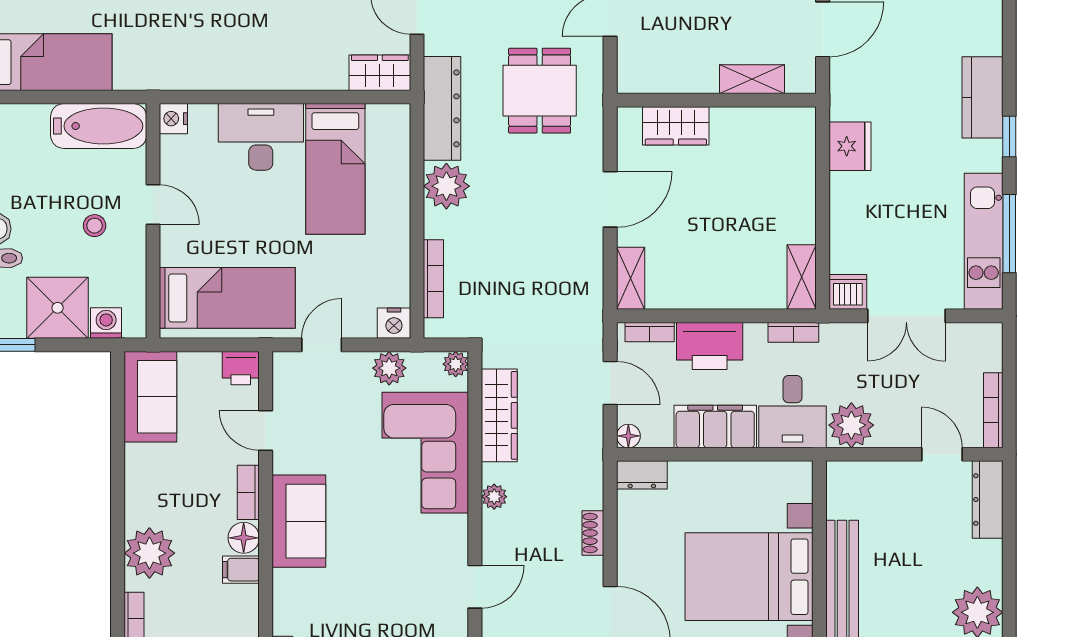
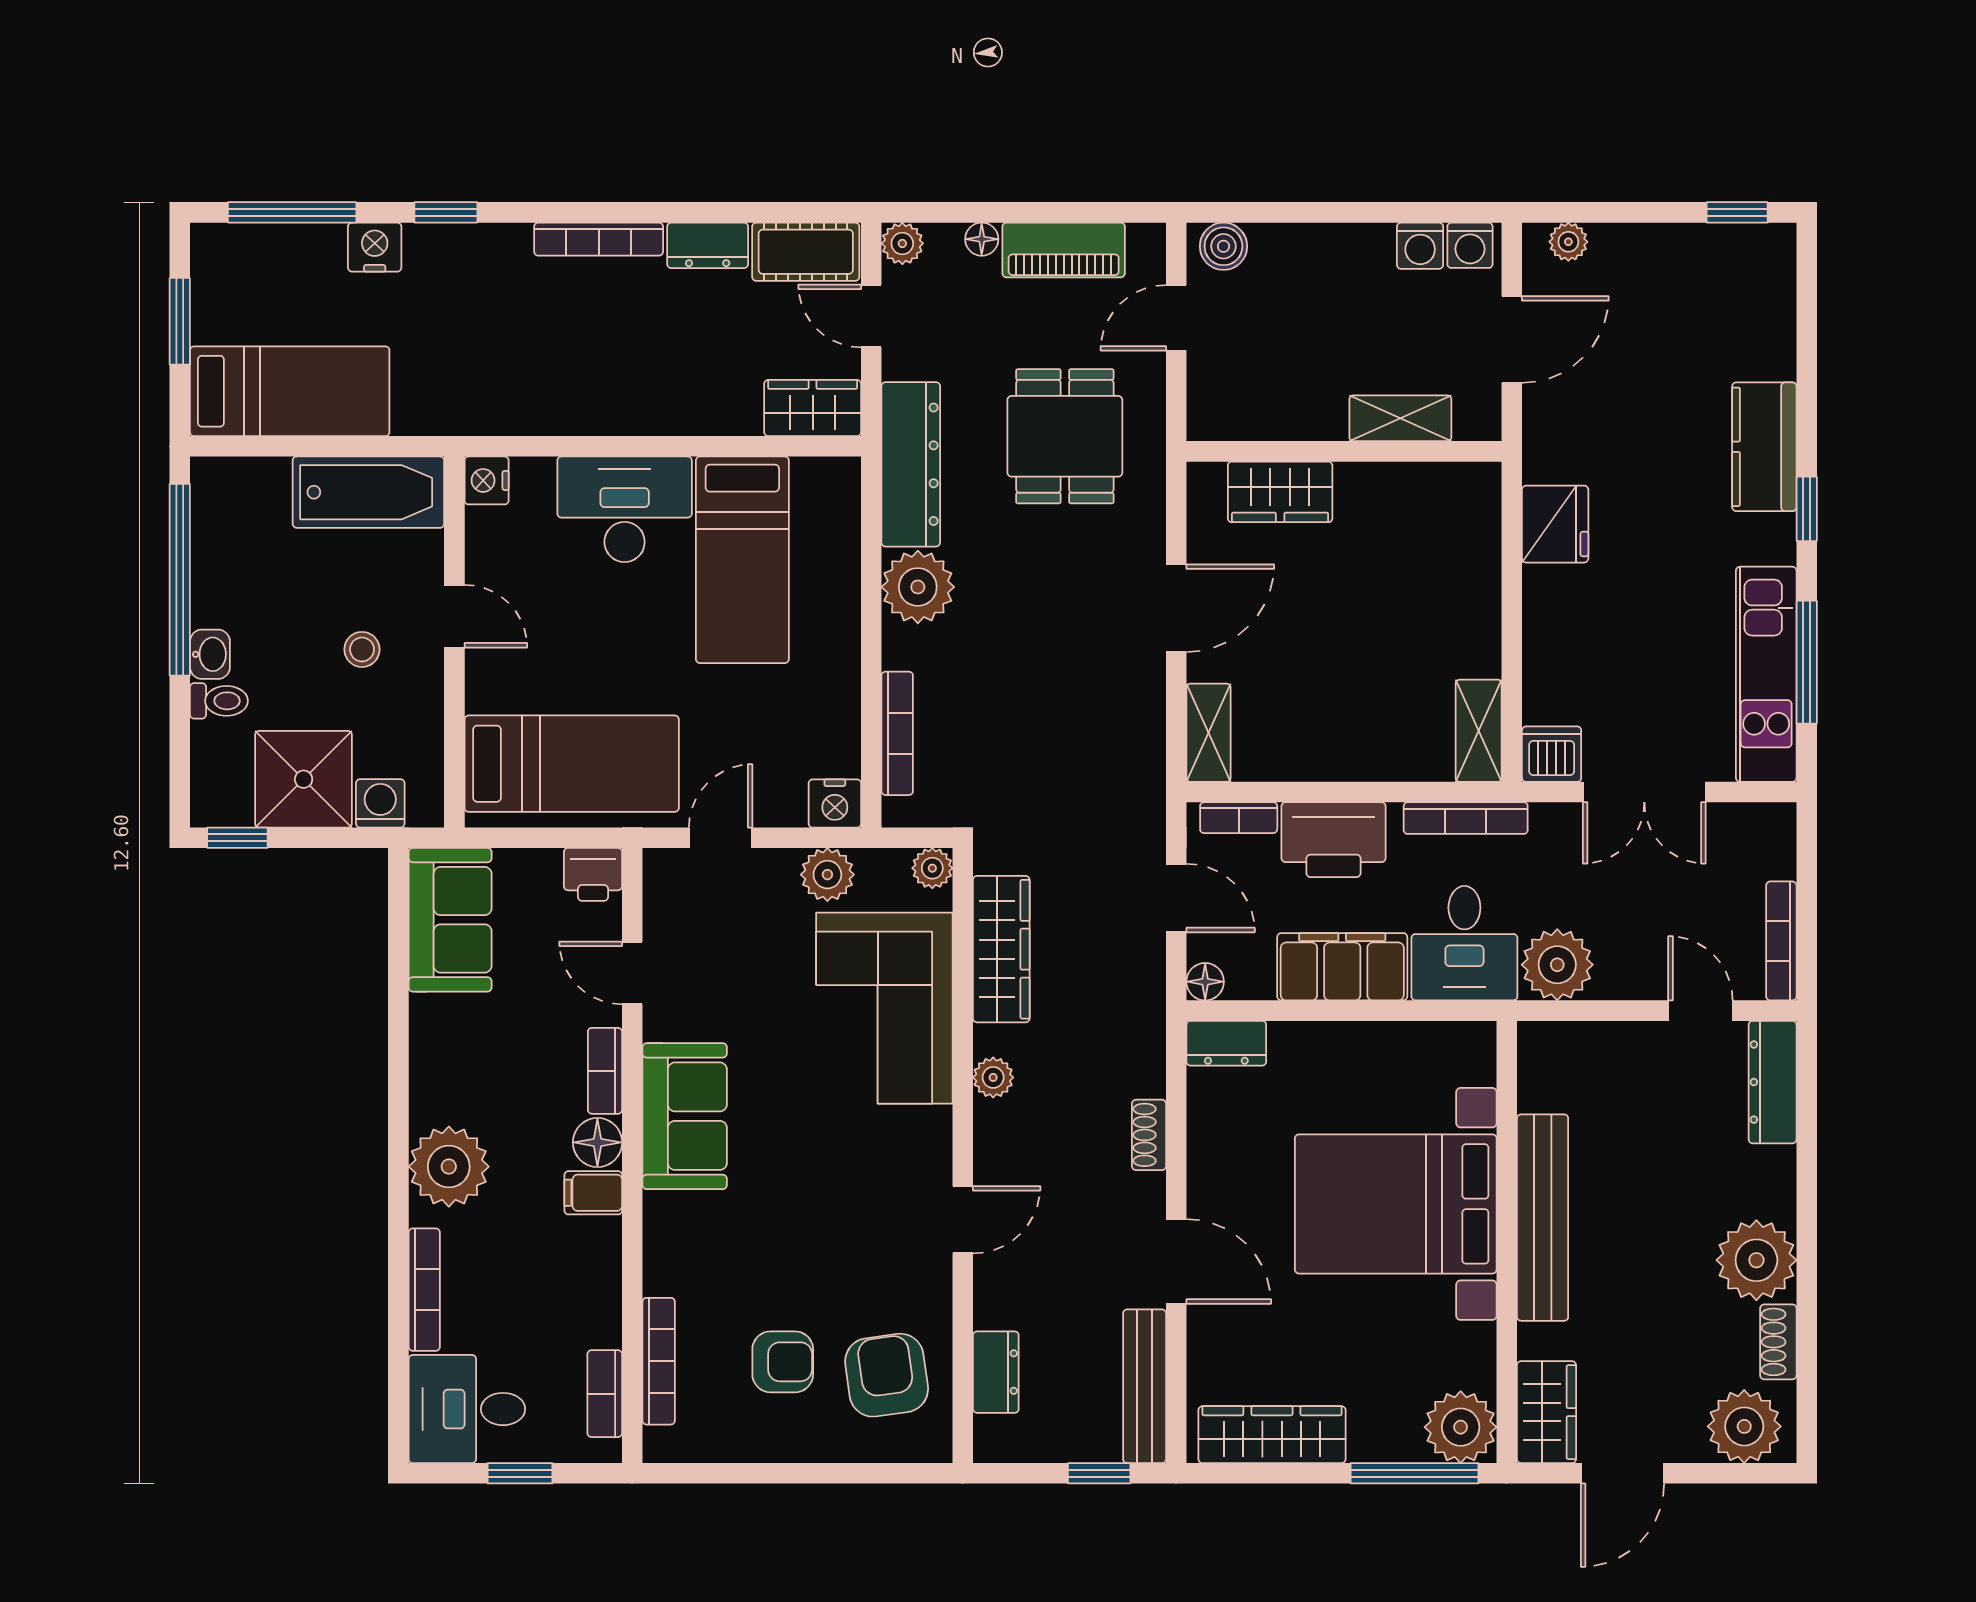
bookcase: (793, 332) -> (1466, 818), width x1.56

